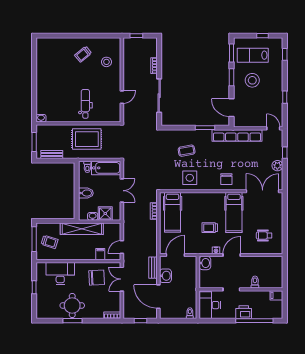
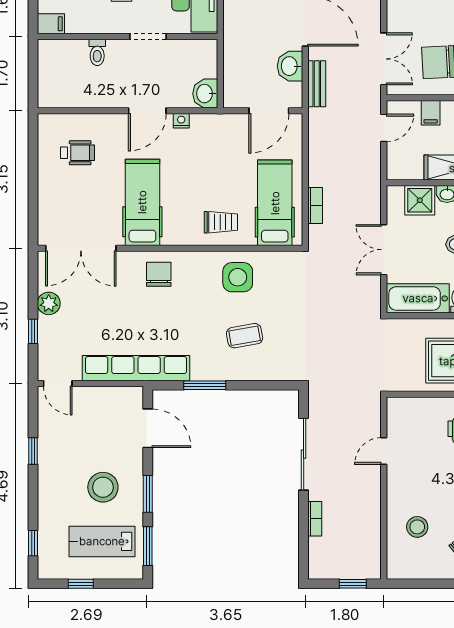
lab bench: (253, 55) -> (102, 541), turned 180
trolley: (210, 228) -> (221, 222), moved

